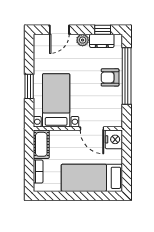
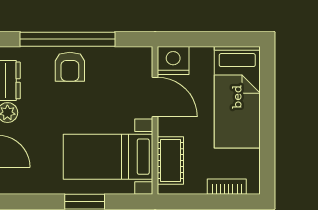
door: (92, 129) -> (155, 97), hinge flipped
cot: (41, 144) -> (170, 161), moved, turned 90

